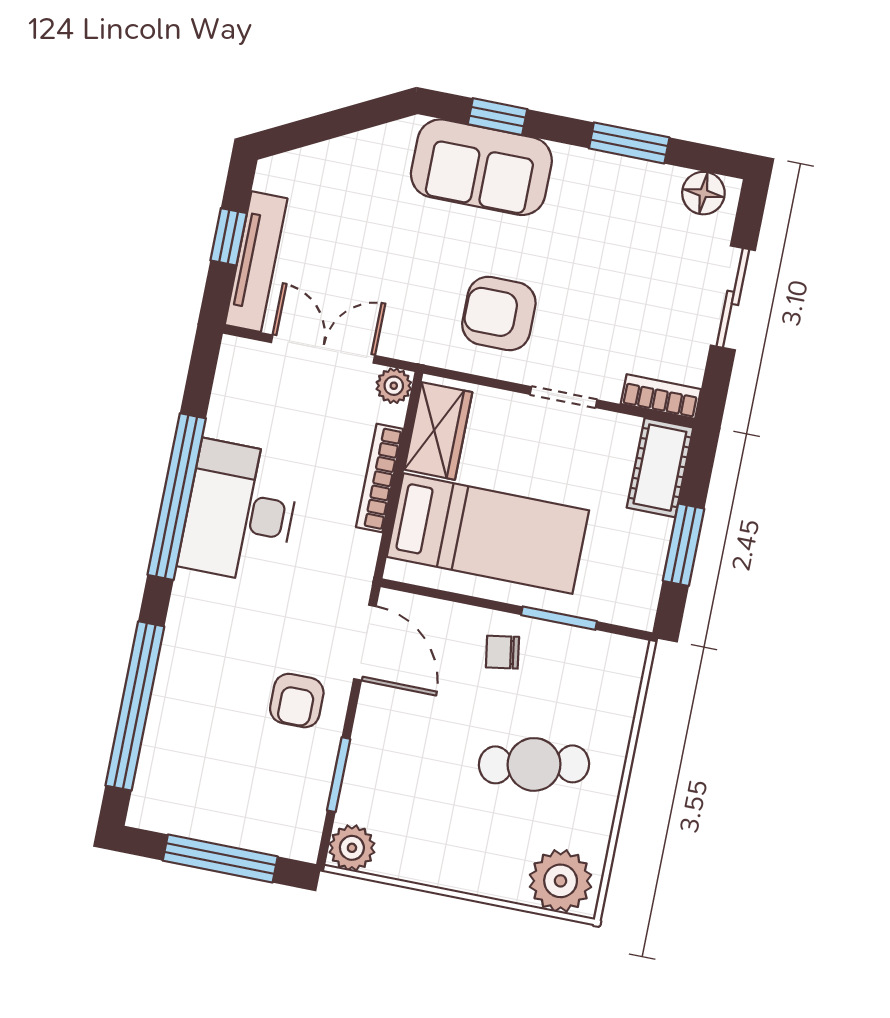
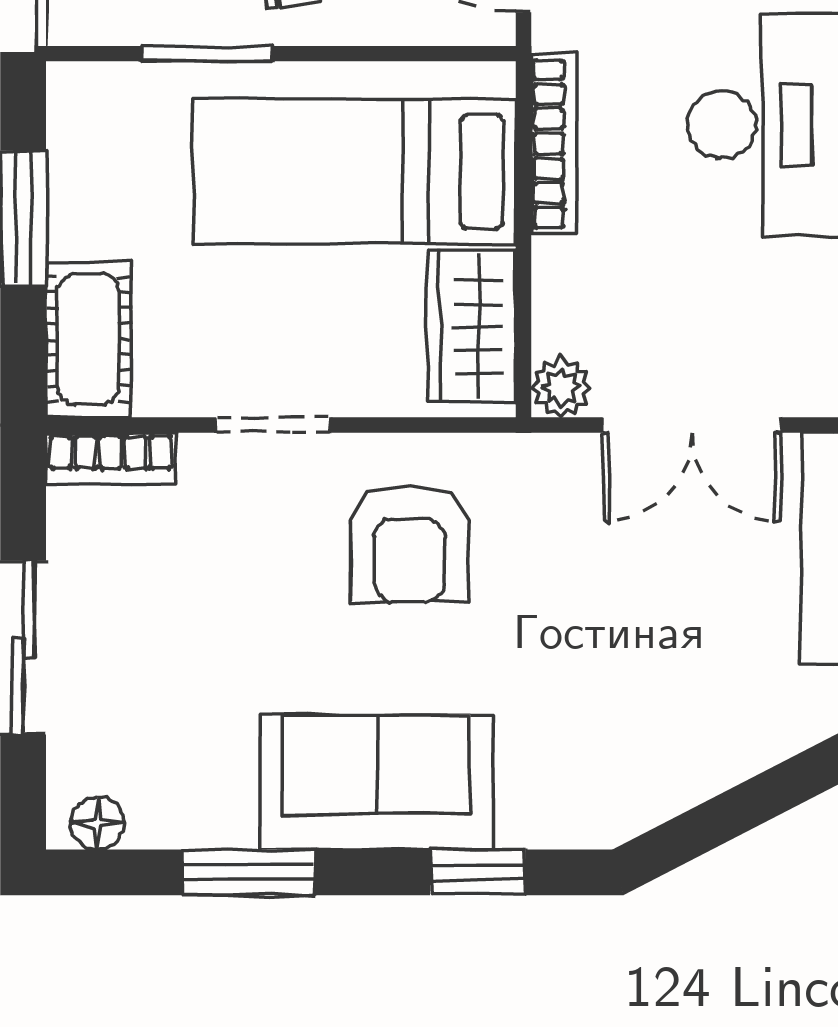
sofa: (481, 167) -> (377, 782), moved
floor lamp: (703, 193) -> (98, 823), width x0.73, depth x0.73
armchair: (499, 314) -> (409, 543), turned 90
bookcase: (380, 478) -> (554, 144), moved

